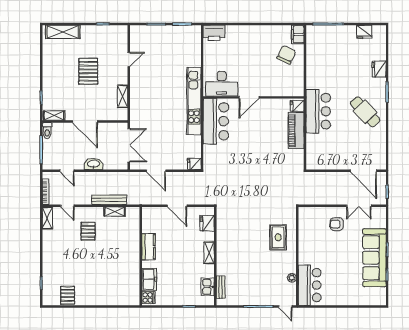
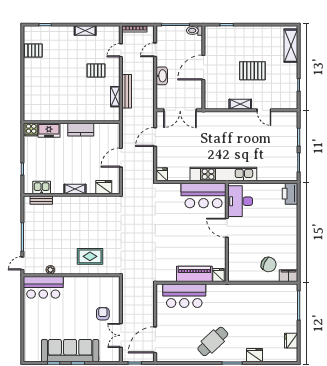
shelving: (123, 96) -> (240, 104), moved
bar counter: (318, 111) -> (184, 296), moved
shelving: (54, 116) -> (209, 37), removed
shelving: (47, 218) -> (85, 31), moved

